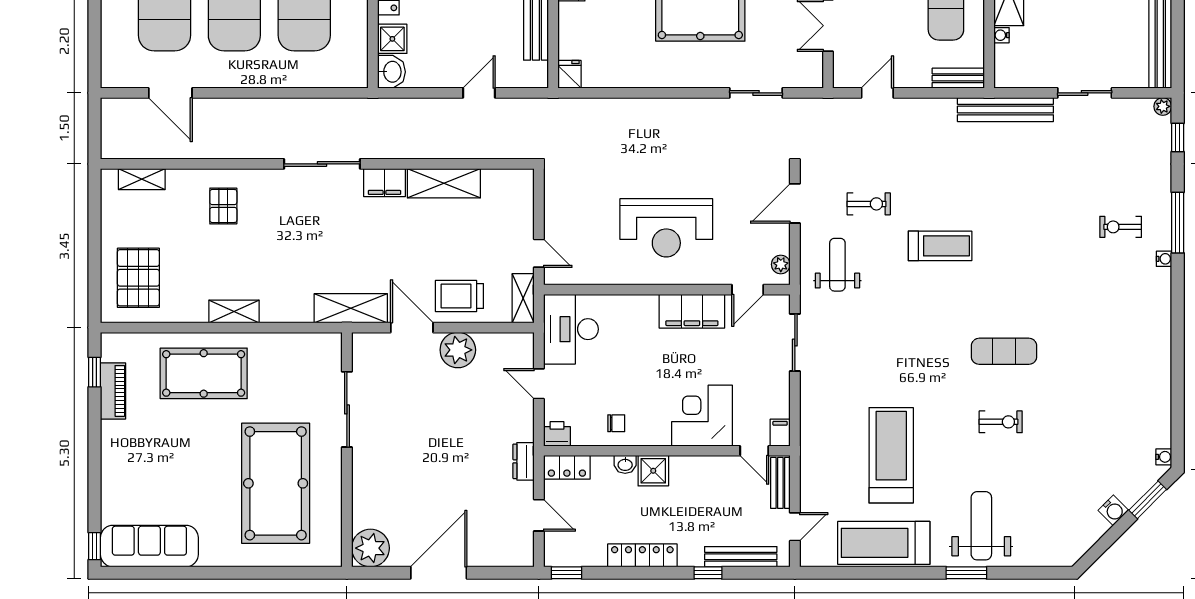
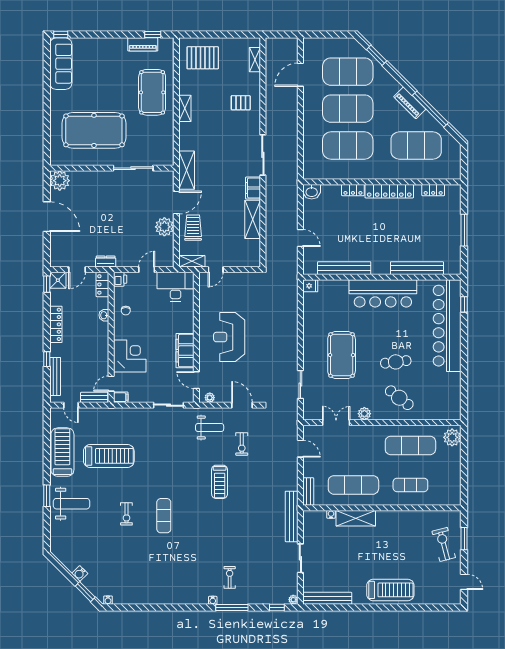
shower: (392, 39) -> (329, 192), removed
shower: (653, 471) -> (58, 280), moved

